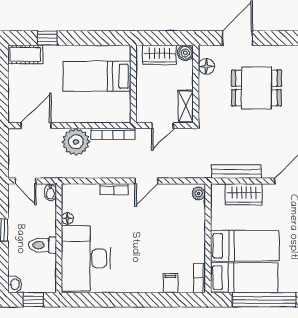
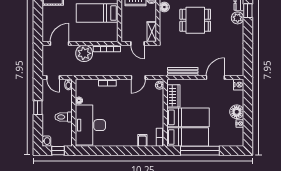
door: (163, 126) -> (137, 43), hinge flipped
door: (146, 181) -> (138, 78), moved
wardrobe: (244, 194) -> (173, 96), moved, turned -90

